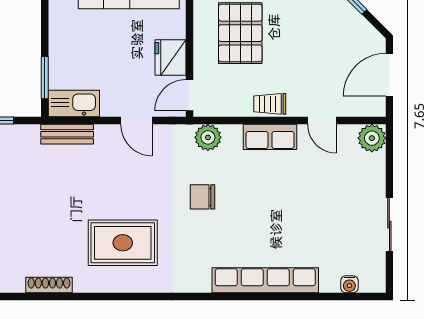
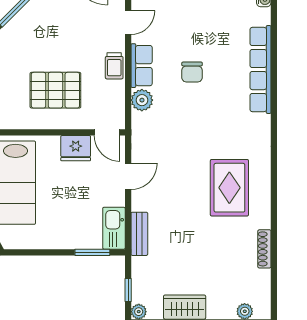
plant: (208, 137) -> (142, 100), moved
chair: (202, 197) -> (192, 72), moved

